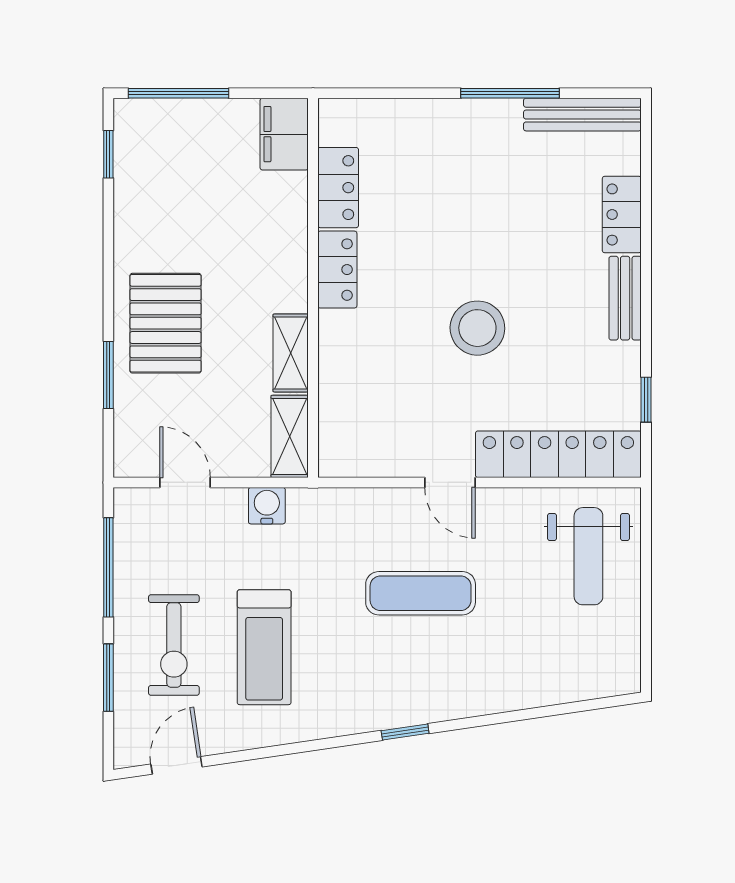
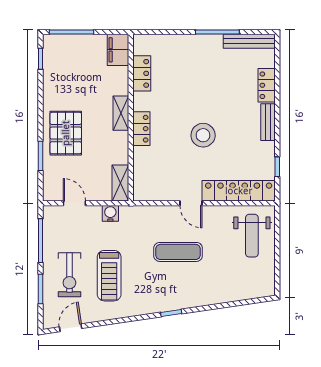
locker: (337, 270) -> (141, 129), moved
shelving: (291, 353) -> (121, 113), moved

